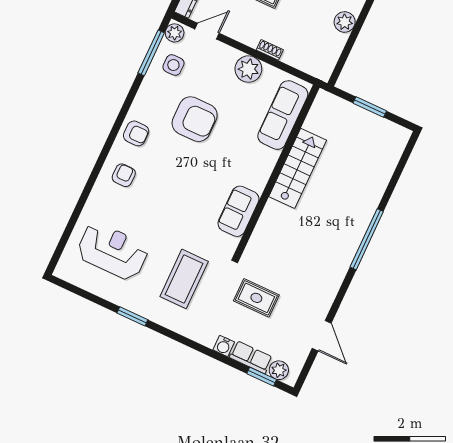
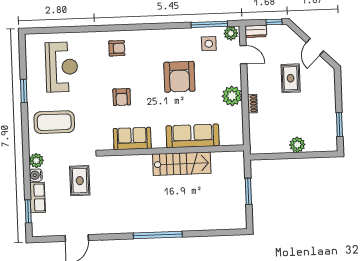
sofa: (283, 115) -> (193, 136), moved
armchair: (136, 133) -> (122, 97), moved
coffee table: (184, 279) -> (54, 122), moved
window: (132, 316) -> (24, 91), moved
plant: (279, 370) -> (36, 161), moved

